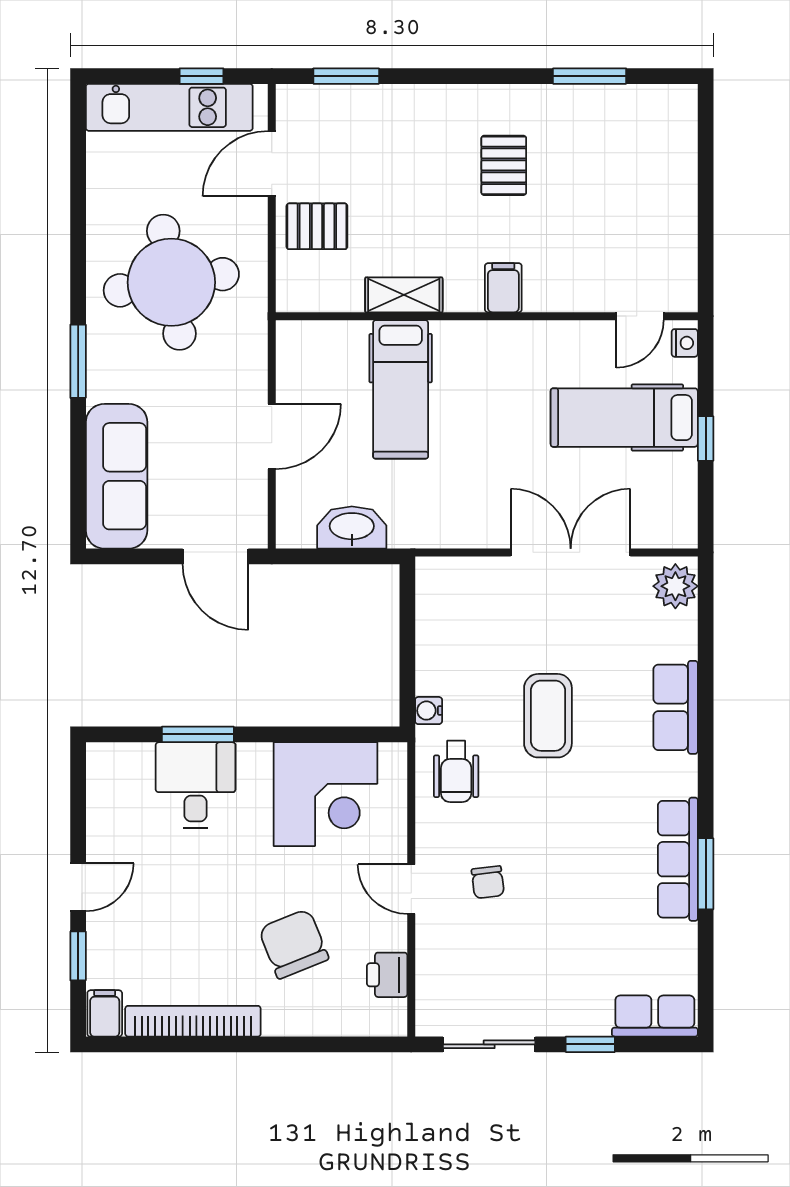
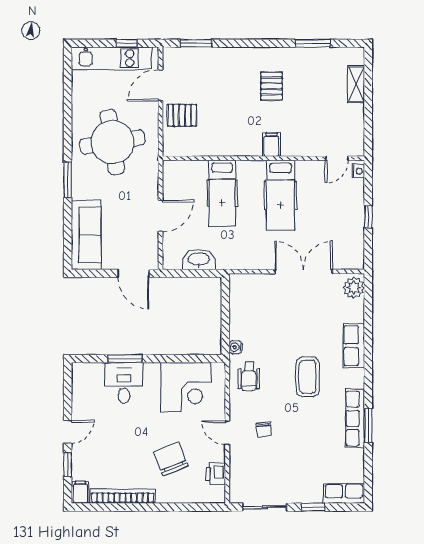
shelving: (404, 295) -> (356, 84), moved, turned 90
hospital bed: (624, 418) -> (280, 195), moved, turned -90
coffee table: (548, 716) -> (308, 377), moved

